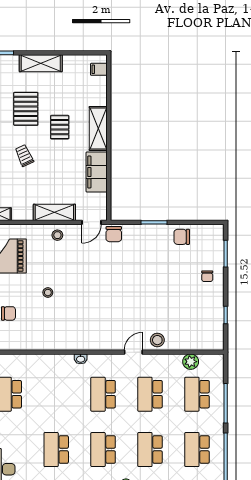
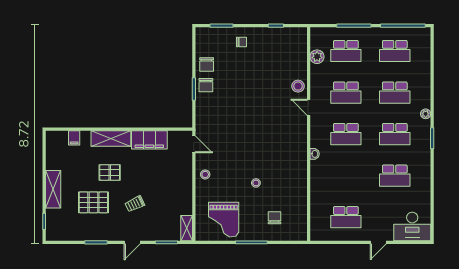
filing cabinet: (99, 69) -> (74, 138), moved
shelving: (54, 212) -> (185, 177), removed
chair: (114, 234) -> (206, 85), moved, turned 90

